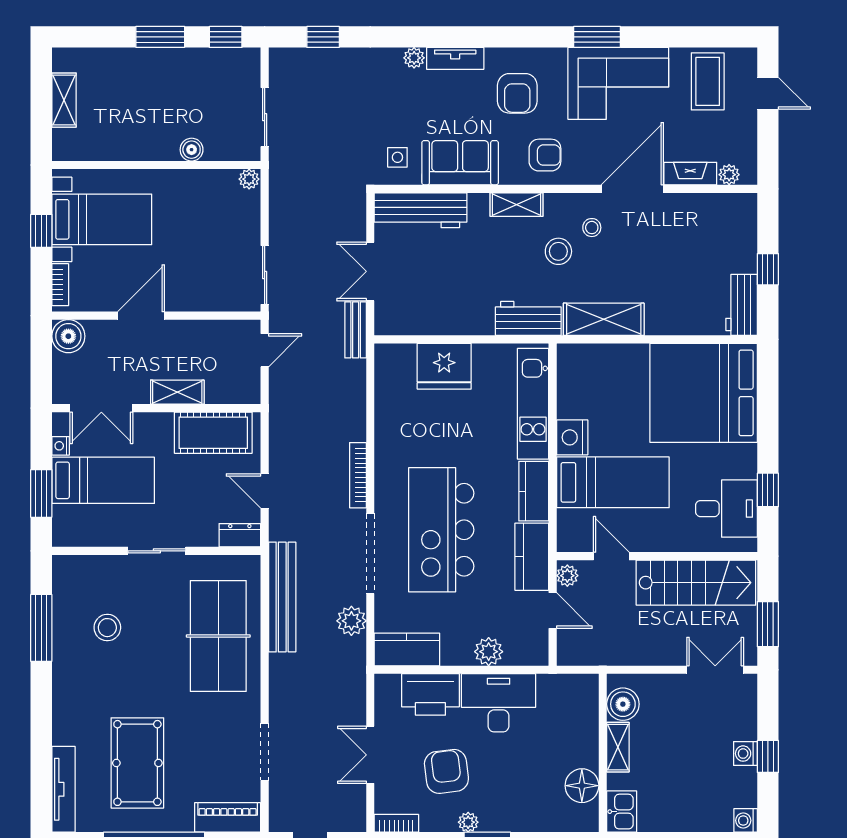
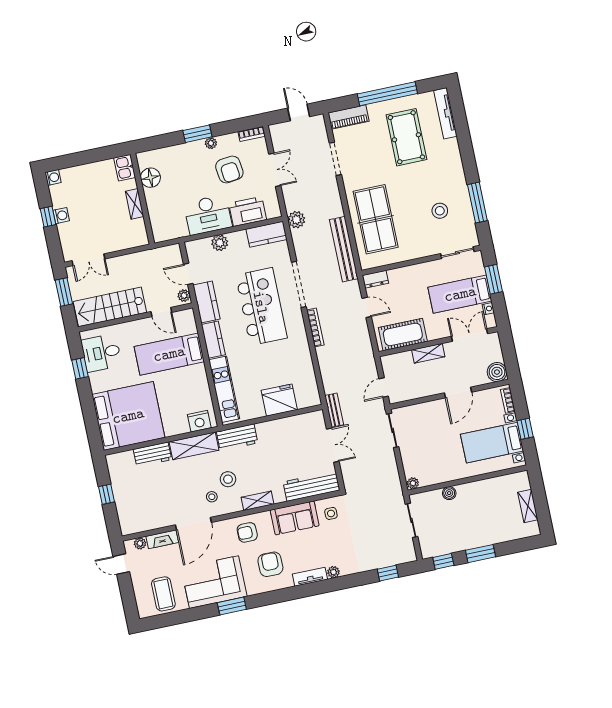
door: (768, 93) -> (121, 564), moved
workbench: (742, 305) -> (152, 454), moved, turned 90
nightstand: (572, 437) -> (199, 421), moved, turned 90
sliding door: (157, 551) -> (457, 253), moved
plant: (351, 621) -> (296, 220), moved
boiler: (623, 704) -> (137, 229), removed

